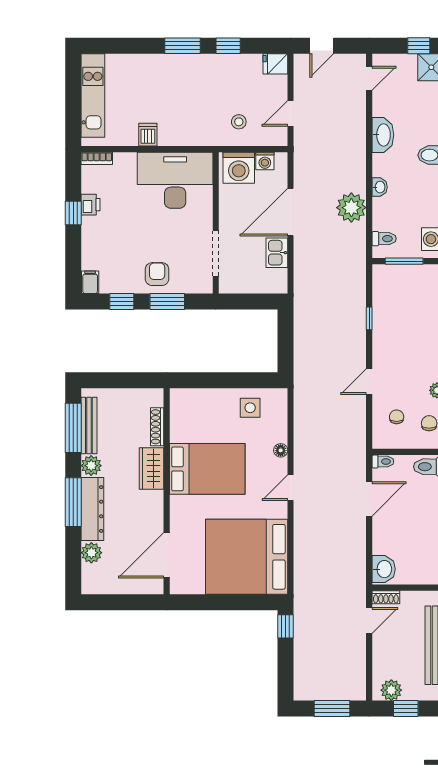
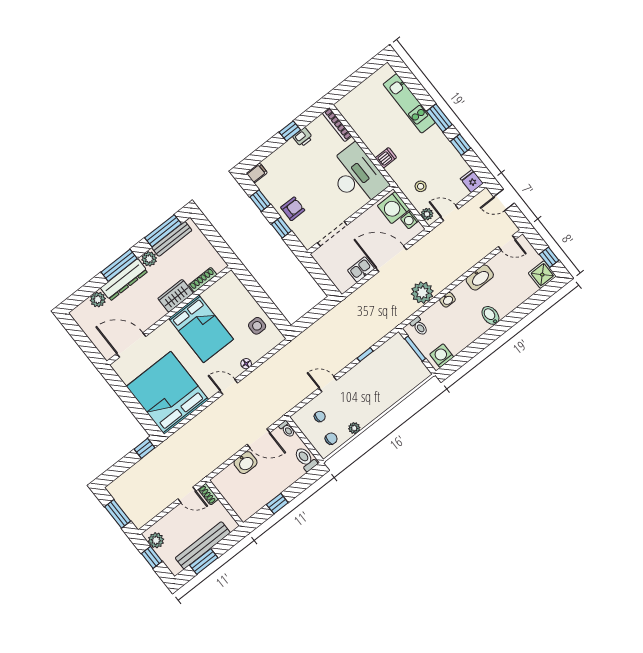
kitchen unit: (93, 96) -> (409, 103), moved, turned 90
dishwasher: (148, 135) -> (386, 158), moved
plant: (273, 138) -> (427, 214), added
bookcase: (97, 158) -> (337, 125), width x1.56
window: (167, 301) -> (281, 228), width x0.67
washbasin: (384, 569) -> (246, 463), moved

